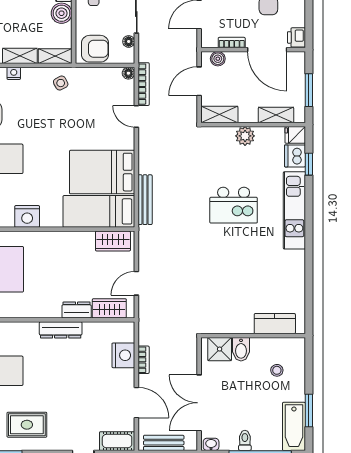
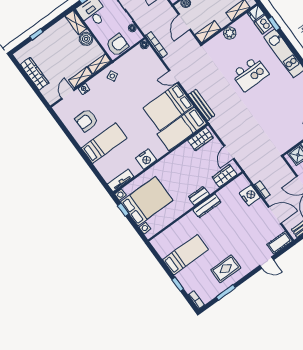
door: (136, 116) -> (174, 77), moved
dresser: (77, 310) -> (199, 196), moved

